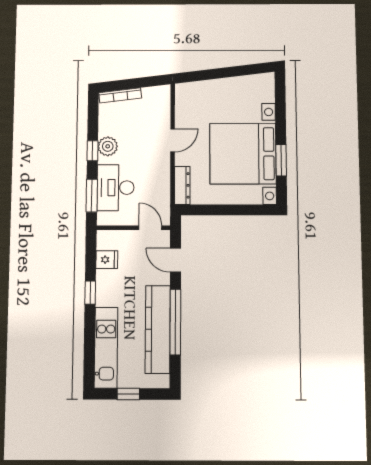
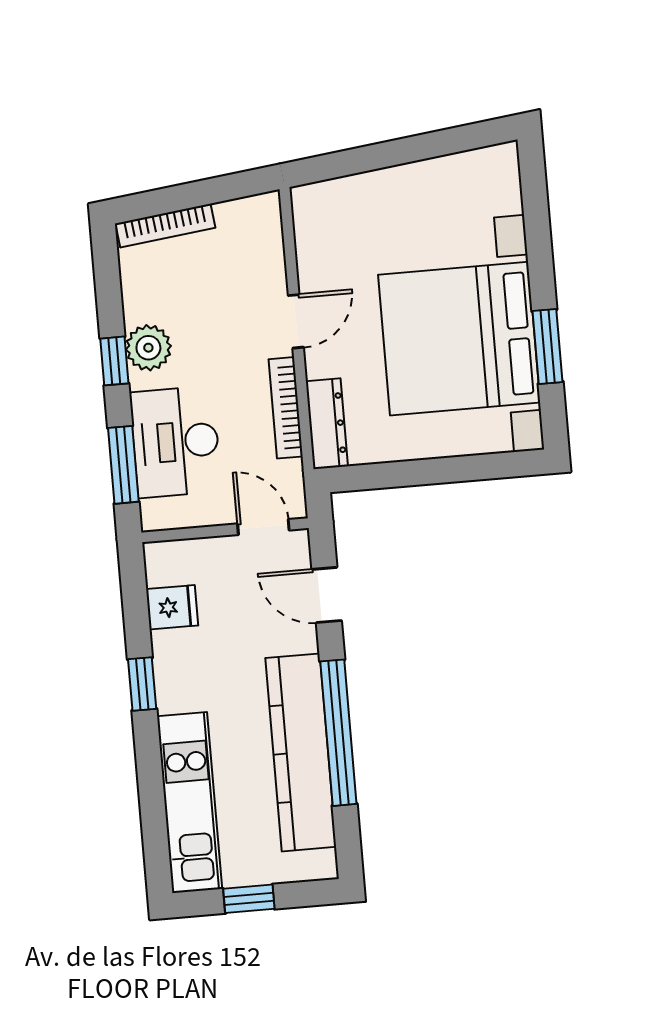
bookcase: (165, 177) -> (286, 408), added

